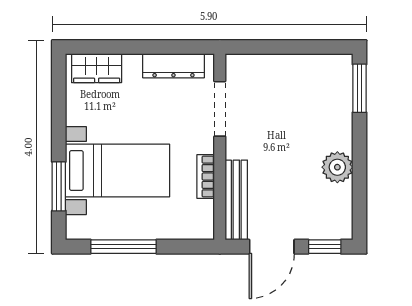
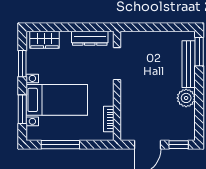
window: (59, 109) -> (22, 64), added
bookcase: (206, 176) -> (109, 119), moved
bench: (236, 200) -> (189, 64), moved

